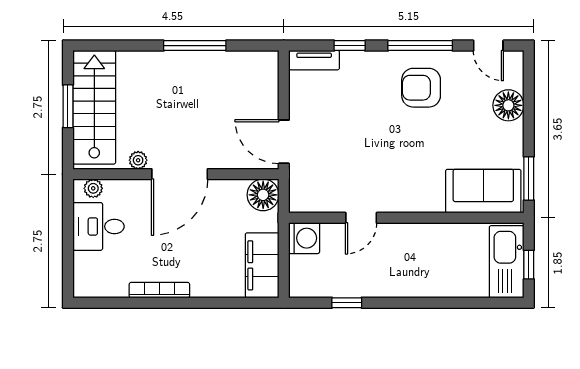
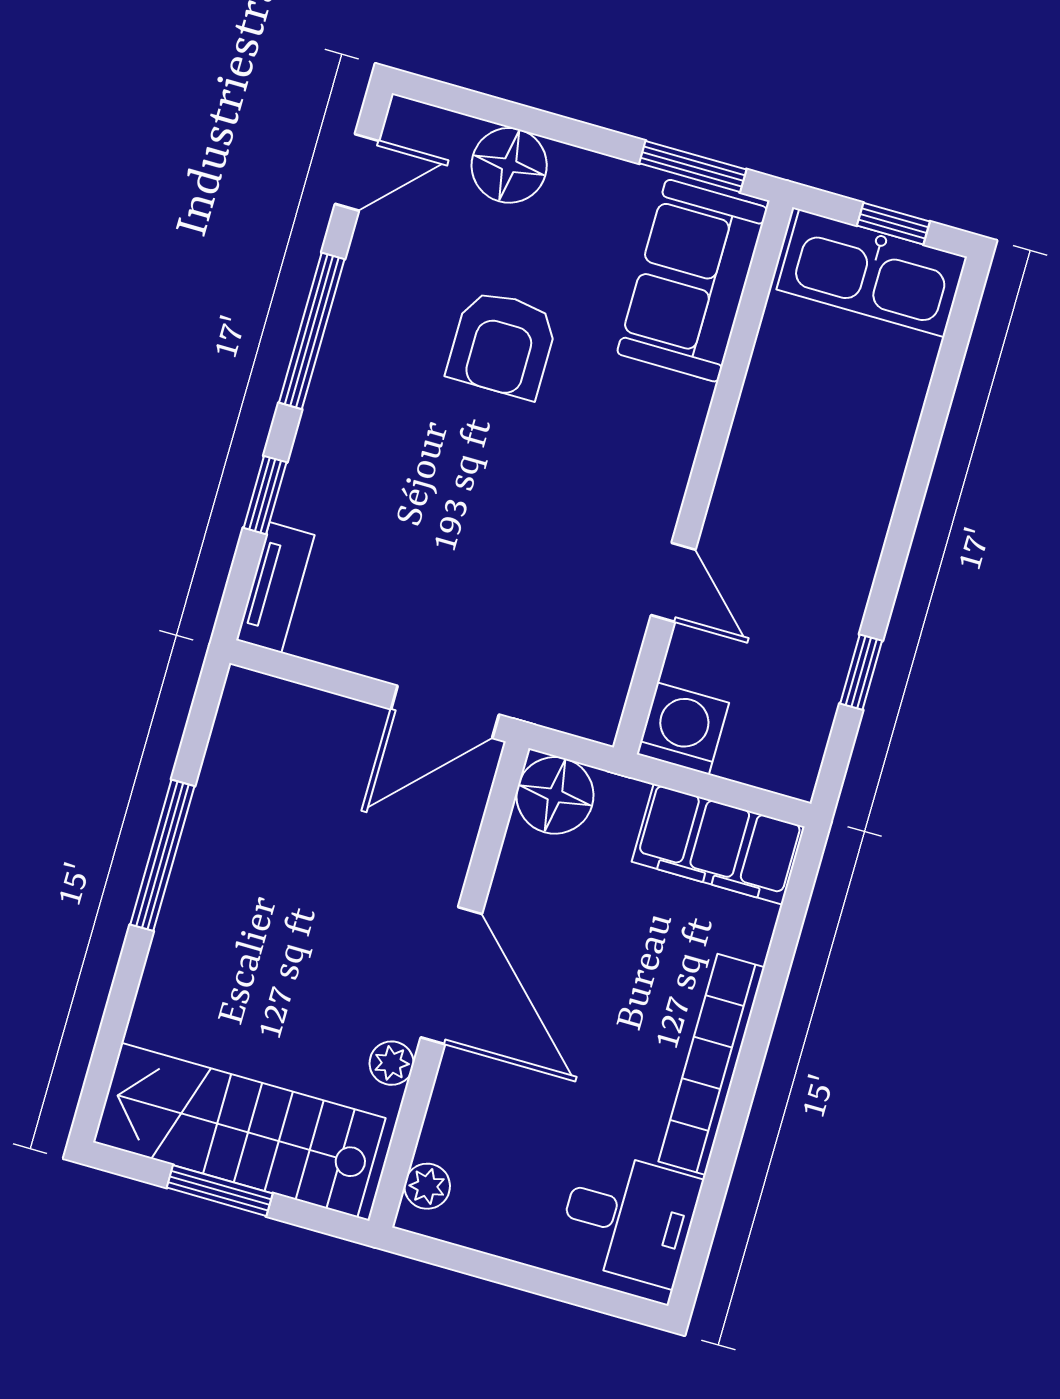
armchair: (421, 88) -> (502, 344), moved
desk: (99, 226) -> (629, 1218), moved, turned -90
bookcase: (159, 290) -> (712, 1064), width x1.48, depth x1.31

